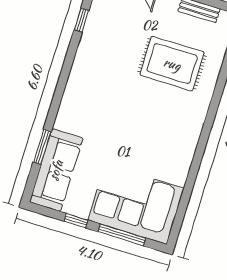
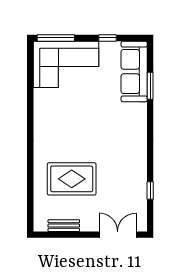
window: (122, 235) -> (56, 38), moved

